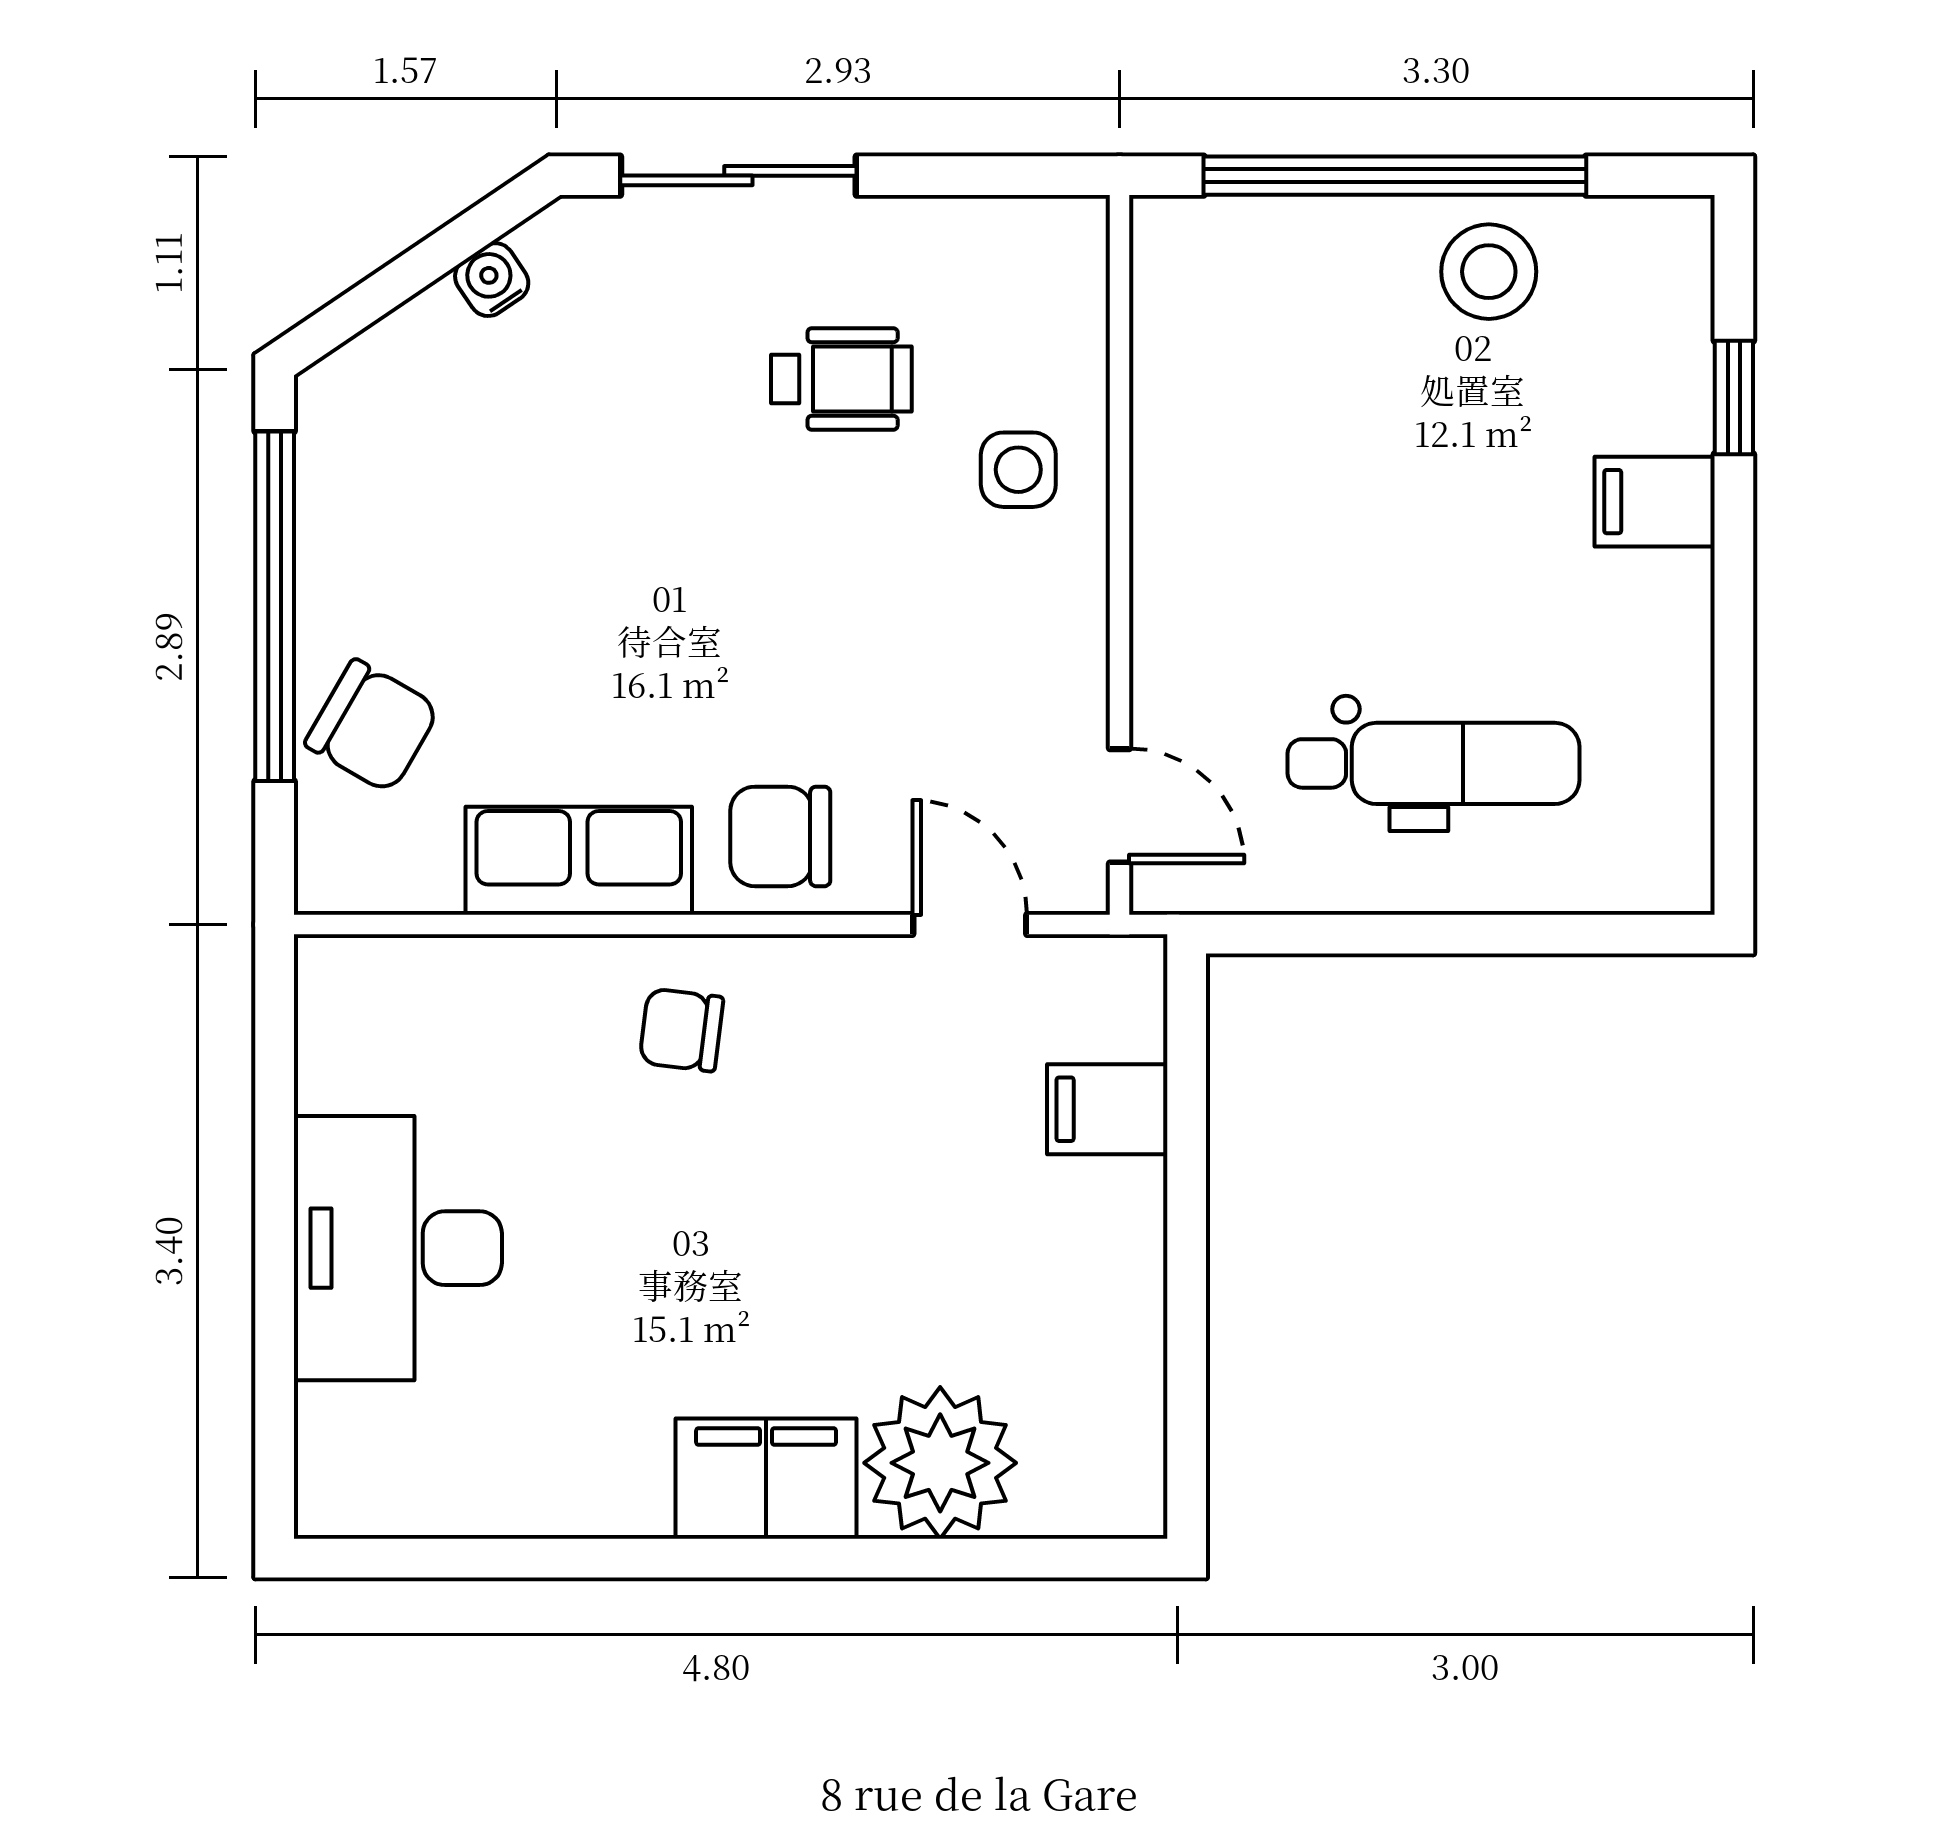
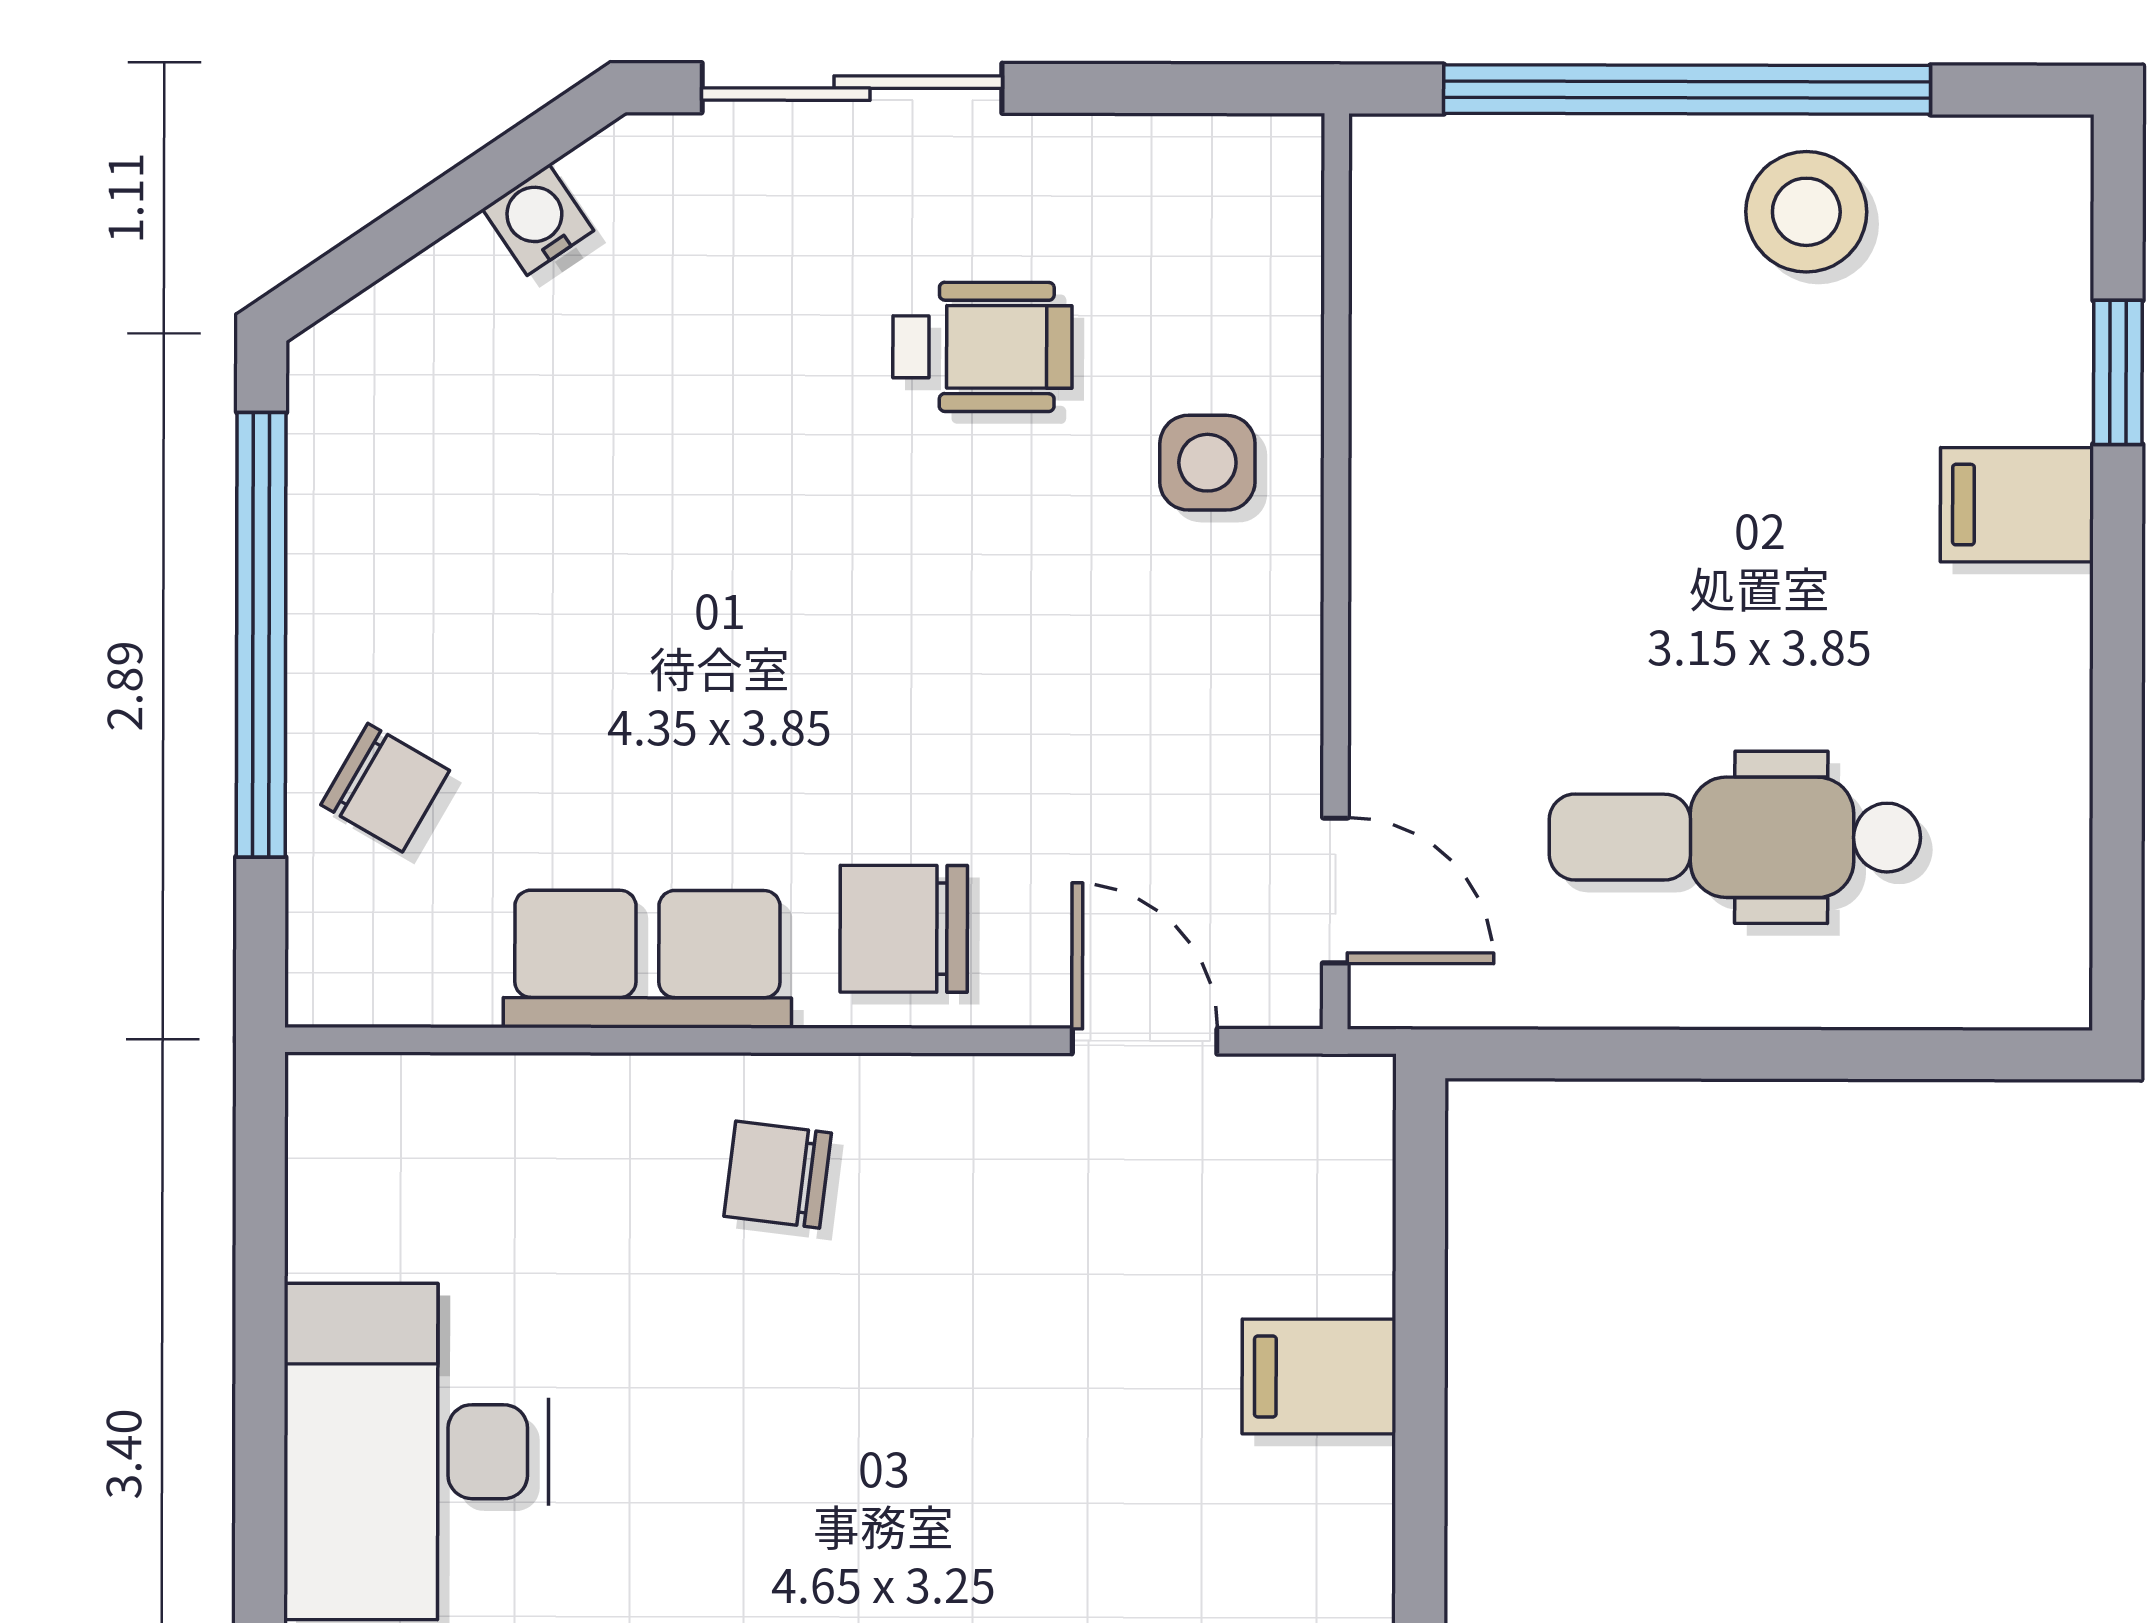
chair: (372, 726) -> (385, 788), width x0.73, depth x0.73
dental chair: (1433, 763) -> (1735, 837), turned 180
filing cabinet: (1107, 1109) -> (1319, 1377), moved

